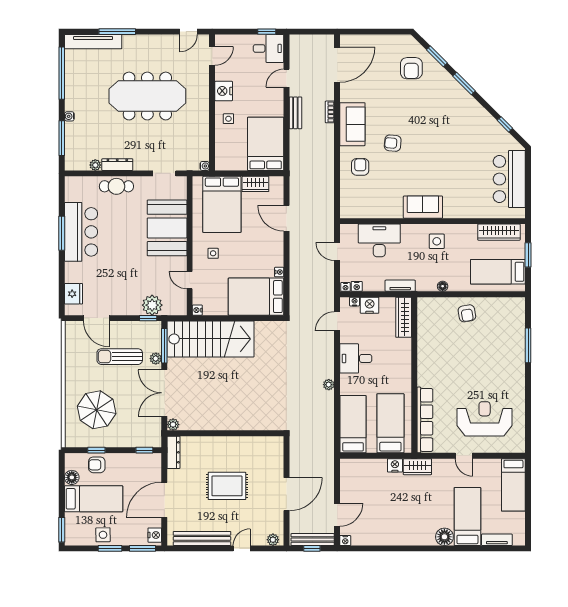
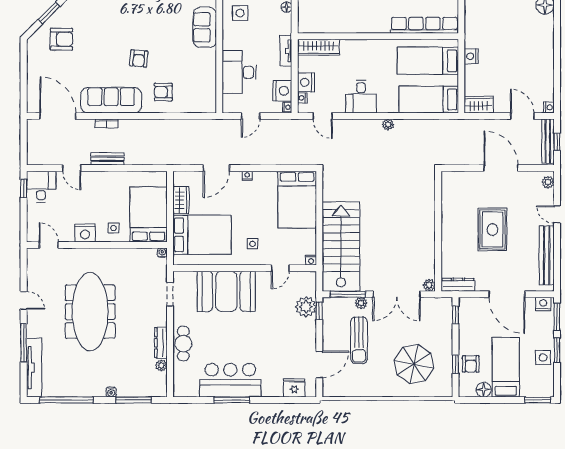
door: (188, 32) -> (24, 300), moved
sofa: (352, 124) -> (111, 100), width x1.36
bed: (266, 144) -> (148, 214), moved, turned 90
nightstand: (279, 272) -> (247, 176), moved
nightstand: (357, 286) -> (282, 91), width x1.89, depth x1.79
wardrobe: (417, 467) -> (479, 105), moved, turned -90

